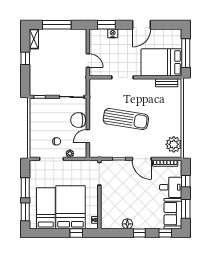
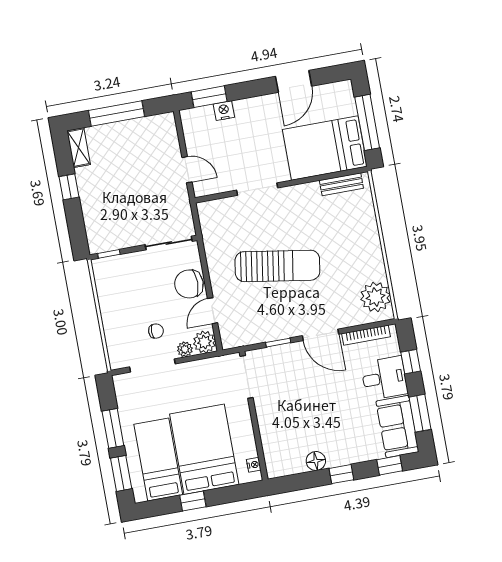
door: (142, 25) -> (294, 81), moved
plant: (81, 152) -> (204, 342), added
window: (76, 233) -> (193, 501), moved

